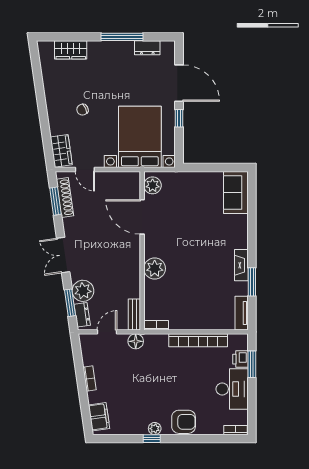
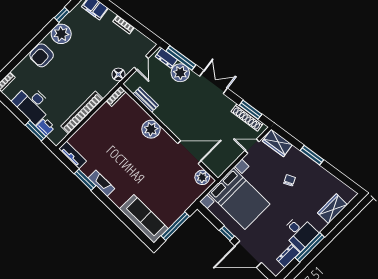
desk: (118, 58) -> (300, 233), added
window: (43, 112) -> (312, 155), added
window: (216, 167) -> (175, 226), added
sofa: (236, 192) -> (144, 219), width x1.36
window: (70, 303) -> (181, 58), width x1.44
bench: (134, 314) -> (146, 100), moved
plant: (155, 429) -> (61, 34), width x1.88, depth x1.88
window: (152, 439) -> (62, 15), moved

